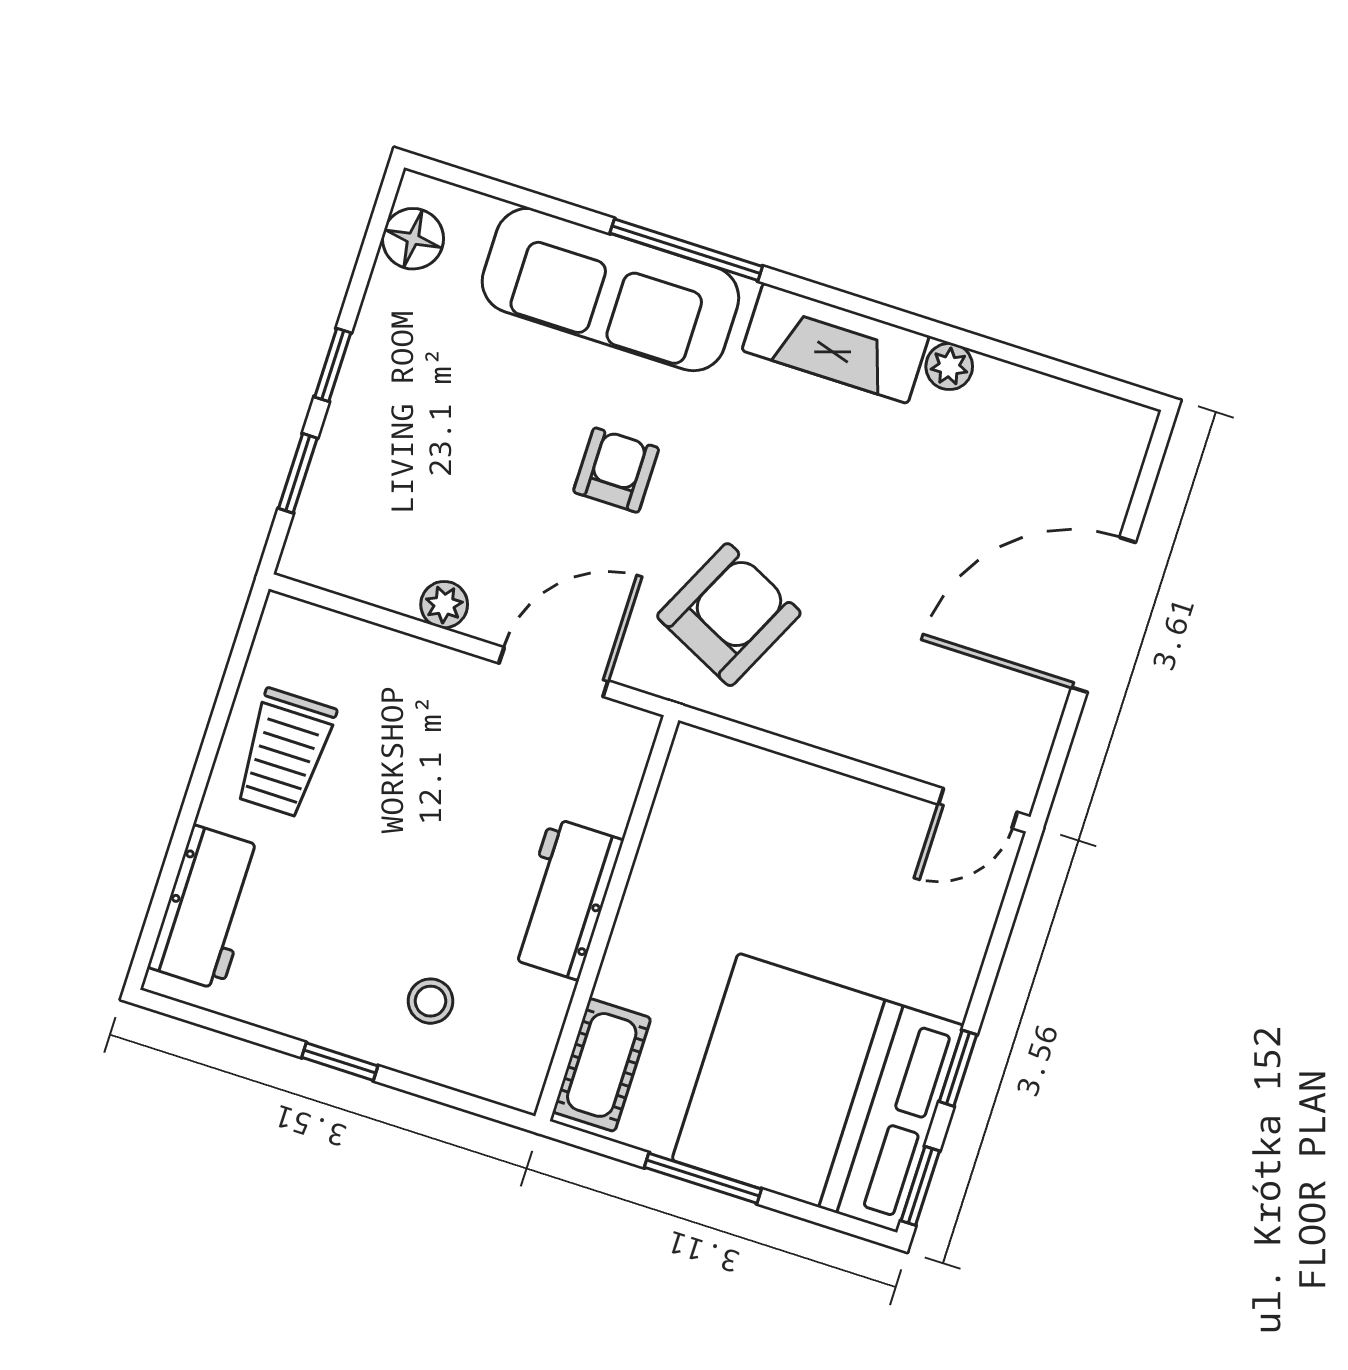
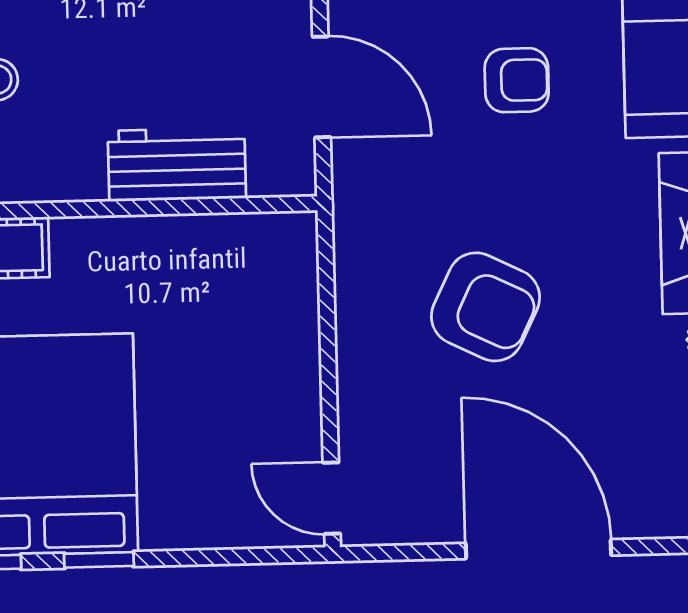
armchair: (729, 615) -> (486, 307), moved
workbench: (565, 899) -> (177, 165), moved

